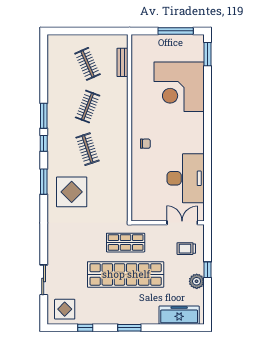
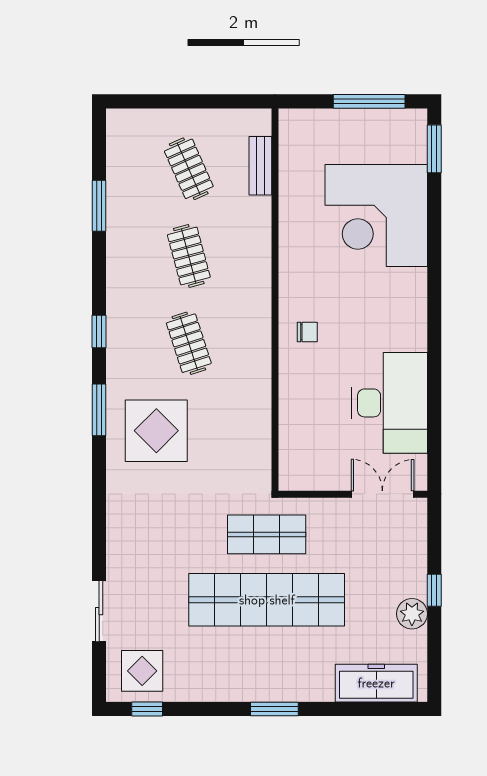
clothes rail: (88, 106) -> (189, 256), turned -36
window: (44, 116) -> (99, 206), moved
trolley: (186, 249) -> (391, 547), removed
window: (85, 328) -> (147, 709), moved

